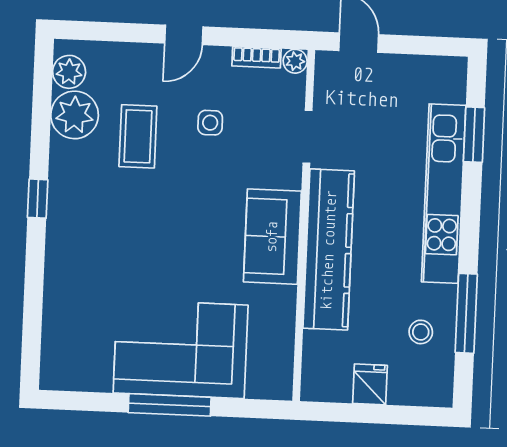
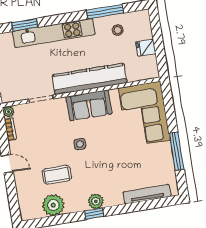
plant: (69, 72) -> (96, 201), moved
side table: (210, 123) -> (80, 144), moved
tv unit: (56, 321) -> (147, 194), added
corner sofa: (181, 349) -> (144, 114), moved
window: (170, 405) -> (176, 151), moved

